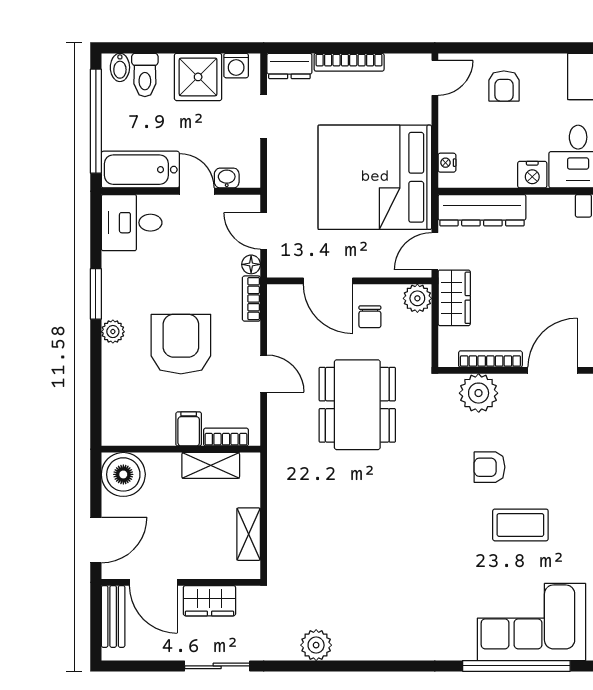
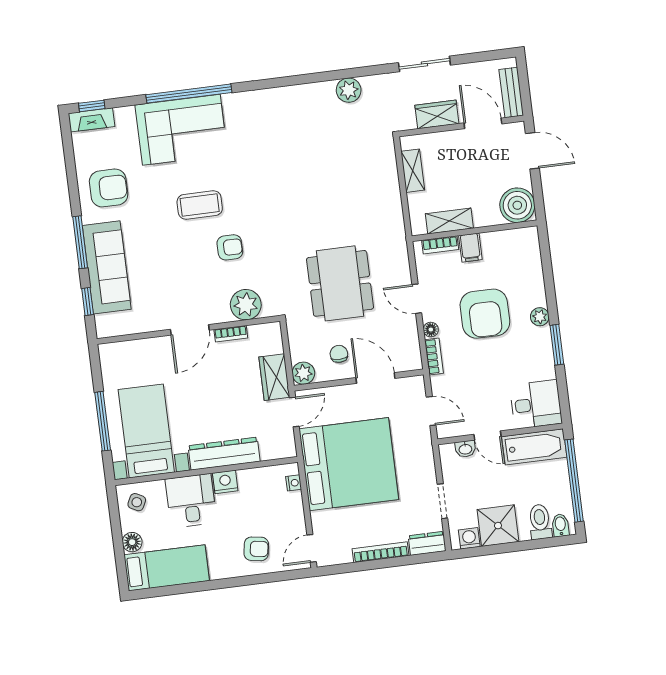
armchair: (504, 86) -> (256, 549), turned 99
dresser: (482, 210) -> (224, 454), moved
floor lamp: (251, 264) -> (431, 330), moved
bookcase: (490, 359) -> (231, 334), width x0.64
door: (96, 540) -> (532, 151), swing flipped

